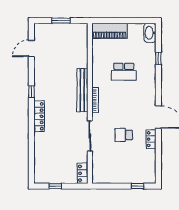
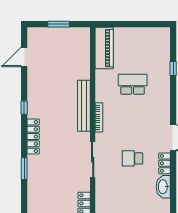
piano: (110, 31) -> (104, 48), moved, turned -90
washbasin: (150, 33) -> (163, 187), moved
school desk: (124, 72) -> (133, 84), turned 180
window: (31, 144) -> (24, 169), added

